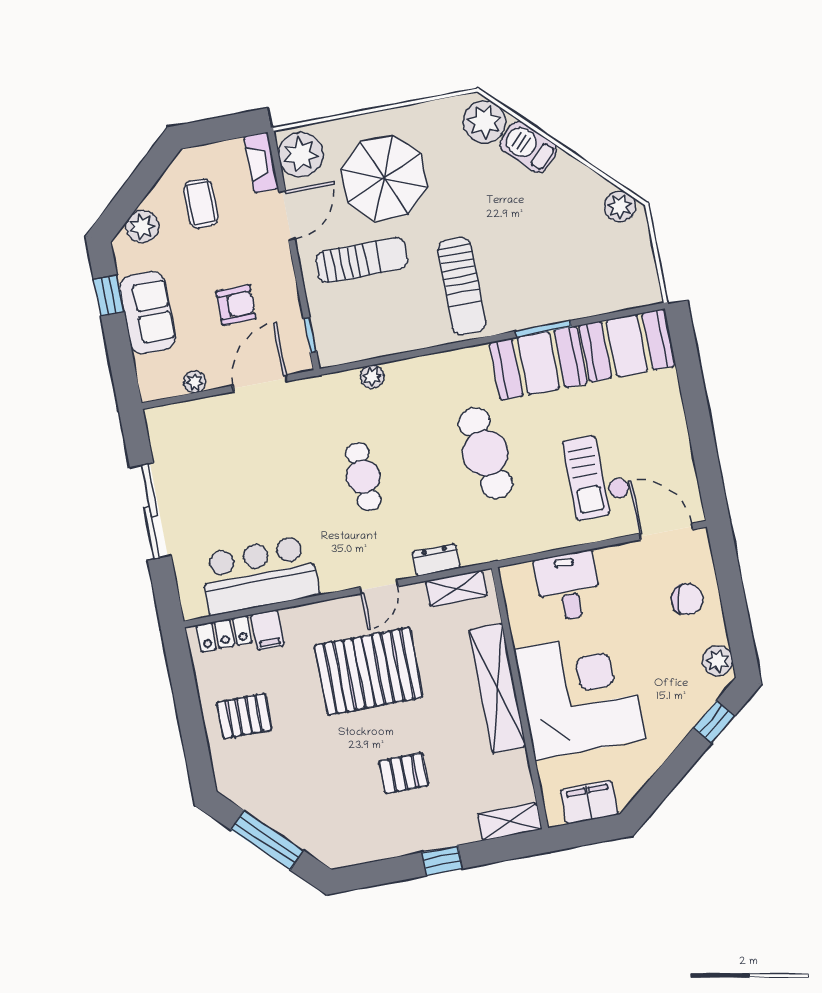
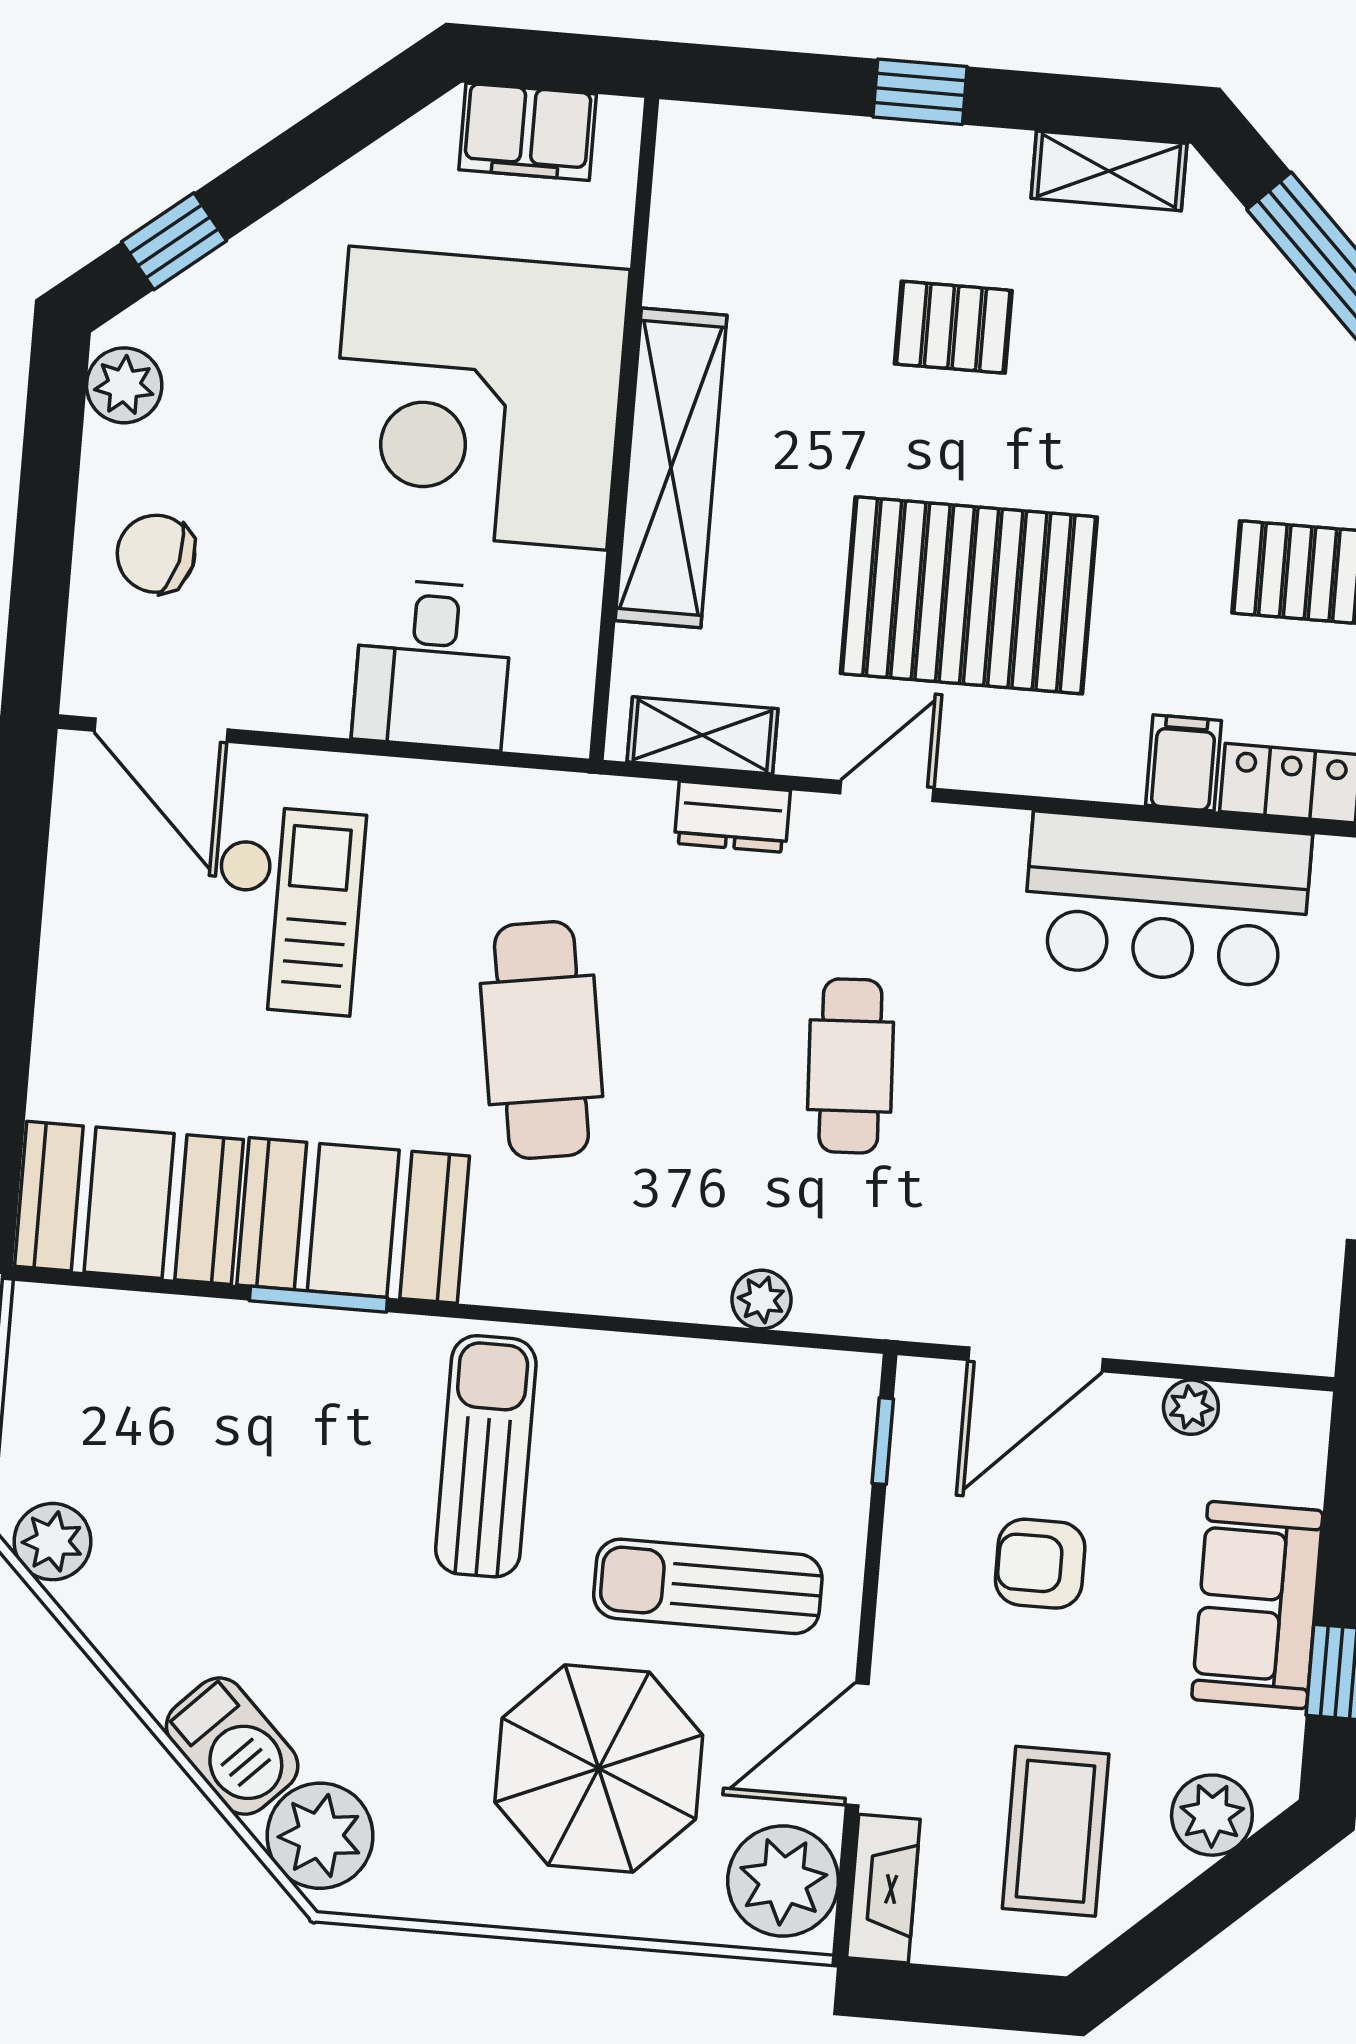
coffee table: (201, 203) -> (1056, 1831), width x1.36, depth x1.30
shelving: (510, 822) -> (1109, 171), moved

